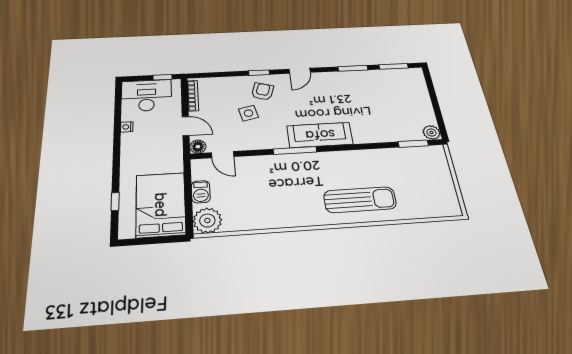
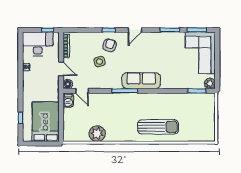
corner sofa: (406, 94) -> (200, 53), added
barbecue: (201, 192) -> (68, 100), moved
plant: (207, 220) -> (97, 134), moved

